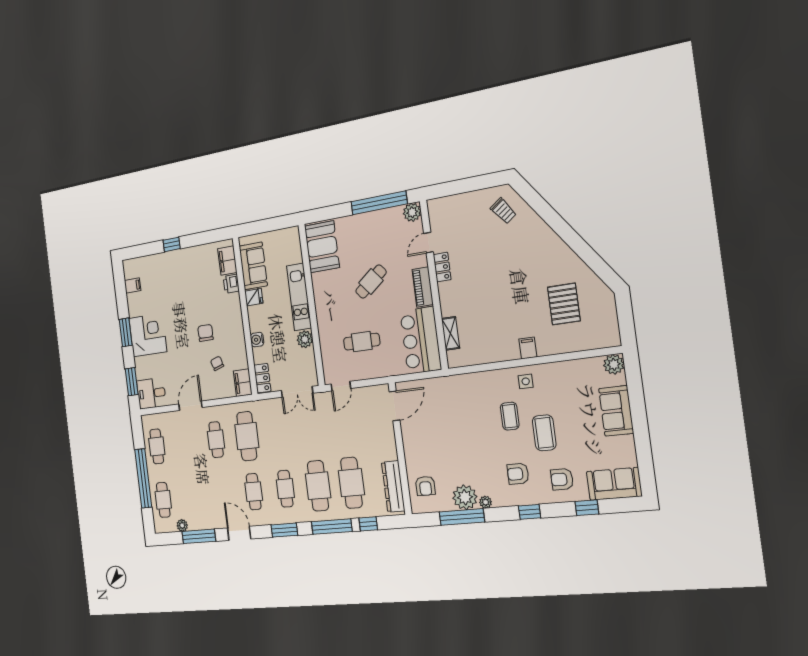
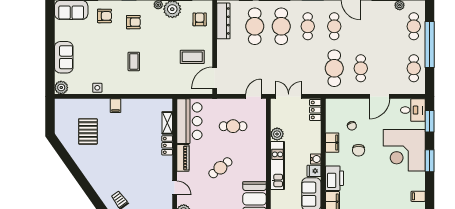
door: (428, 243) -> (175, 188), hinge flipped
locker: (442, 267) -> (167, 145), moved
printer: (231, 284) -> (334, 178), width x1.87, depth x1.48
corner desk: (148, 335) -> (404, 150), width x1.36, depth x1.36
water cooler: (257, 340) -> (316, 159), moved
side table: (526, 381) -> (97, 88), moved
filing cabinet: (243, 383) -> (332, 143), moved
coffee table: (544, 433) -> (192, 57), moved, turned 90

